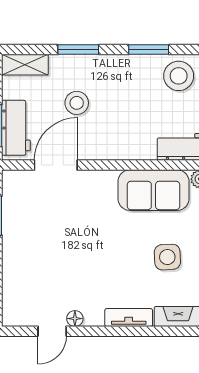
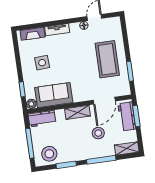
window: (78, 50) -> (101, 160), width x1.44
shelving: (112, 149) -> (77, 112), added
coffee table: (38, 245) -> (107, 59), added

